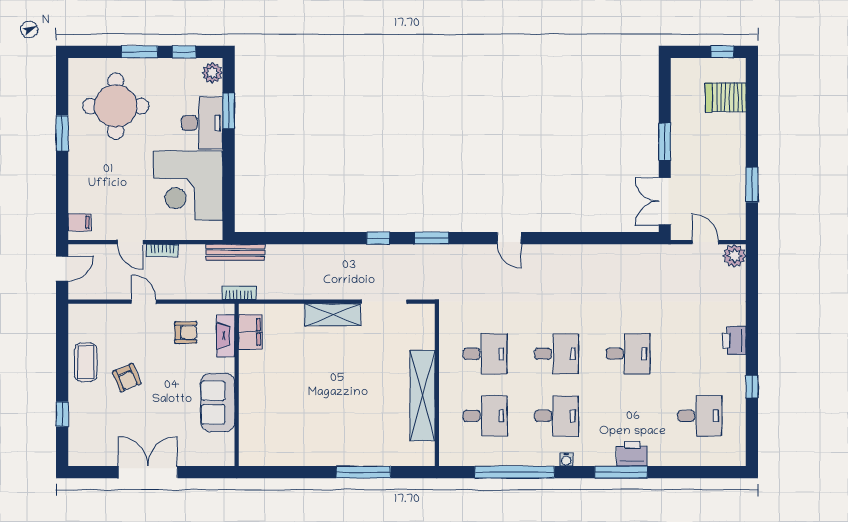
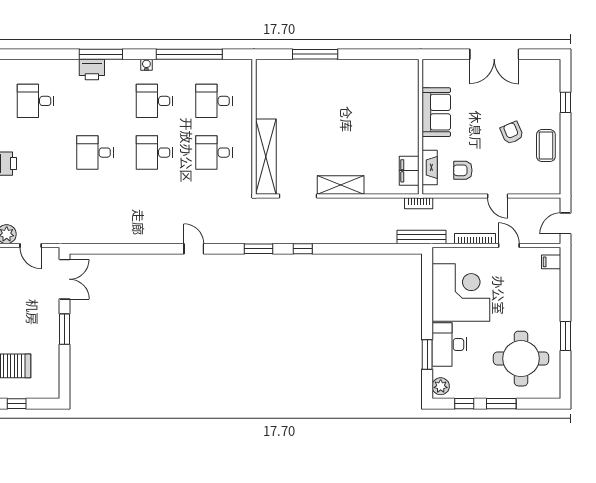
bookcase: (162, 250) -> (475, 239), width x1.56
shelving: (422, 395) -> (266, 157), moved

